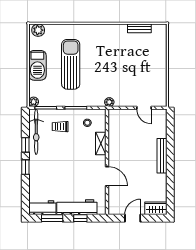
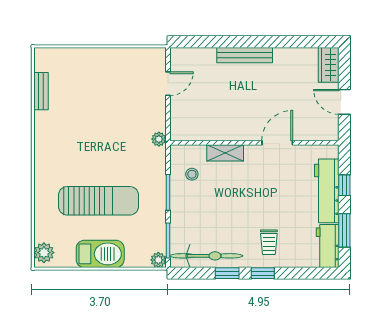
sun lounger: (71, 64) -> (99, 201), turned 180
trolley: (60, 127) -> (269, 242), moved

